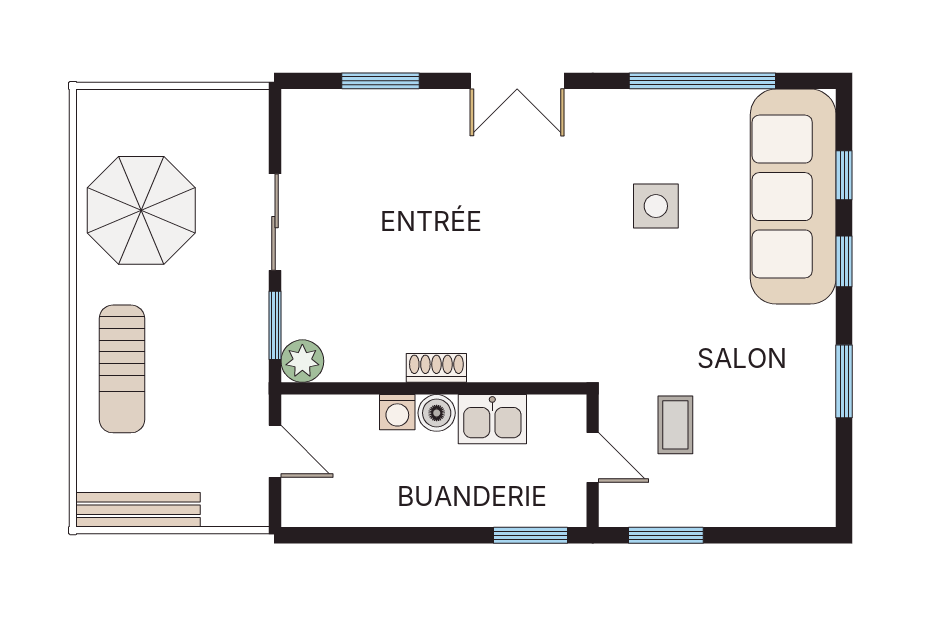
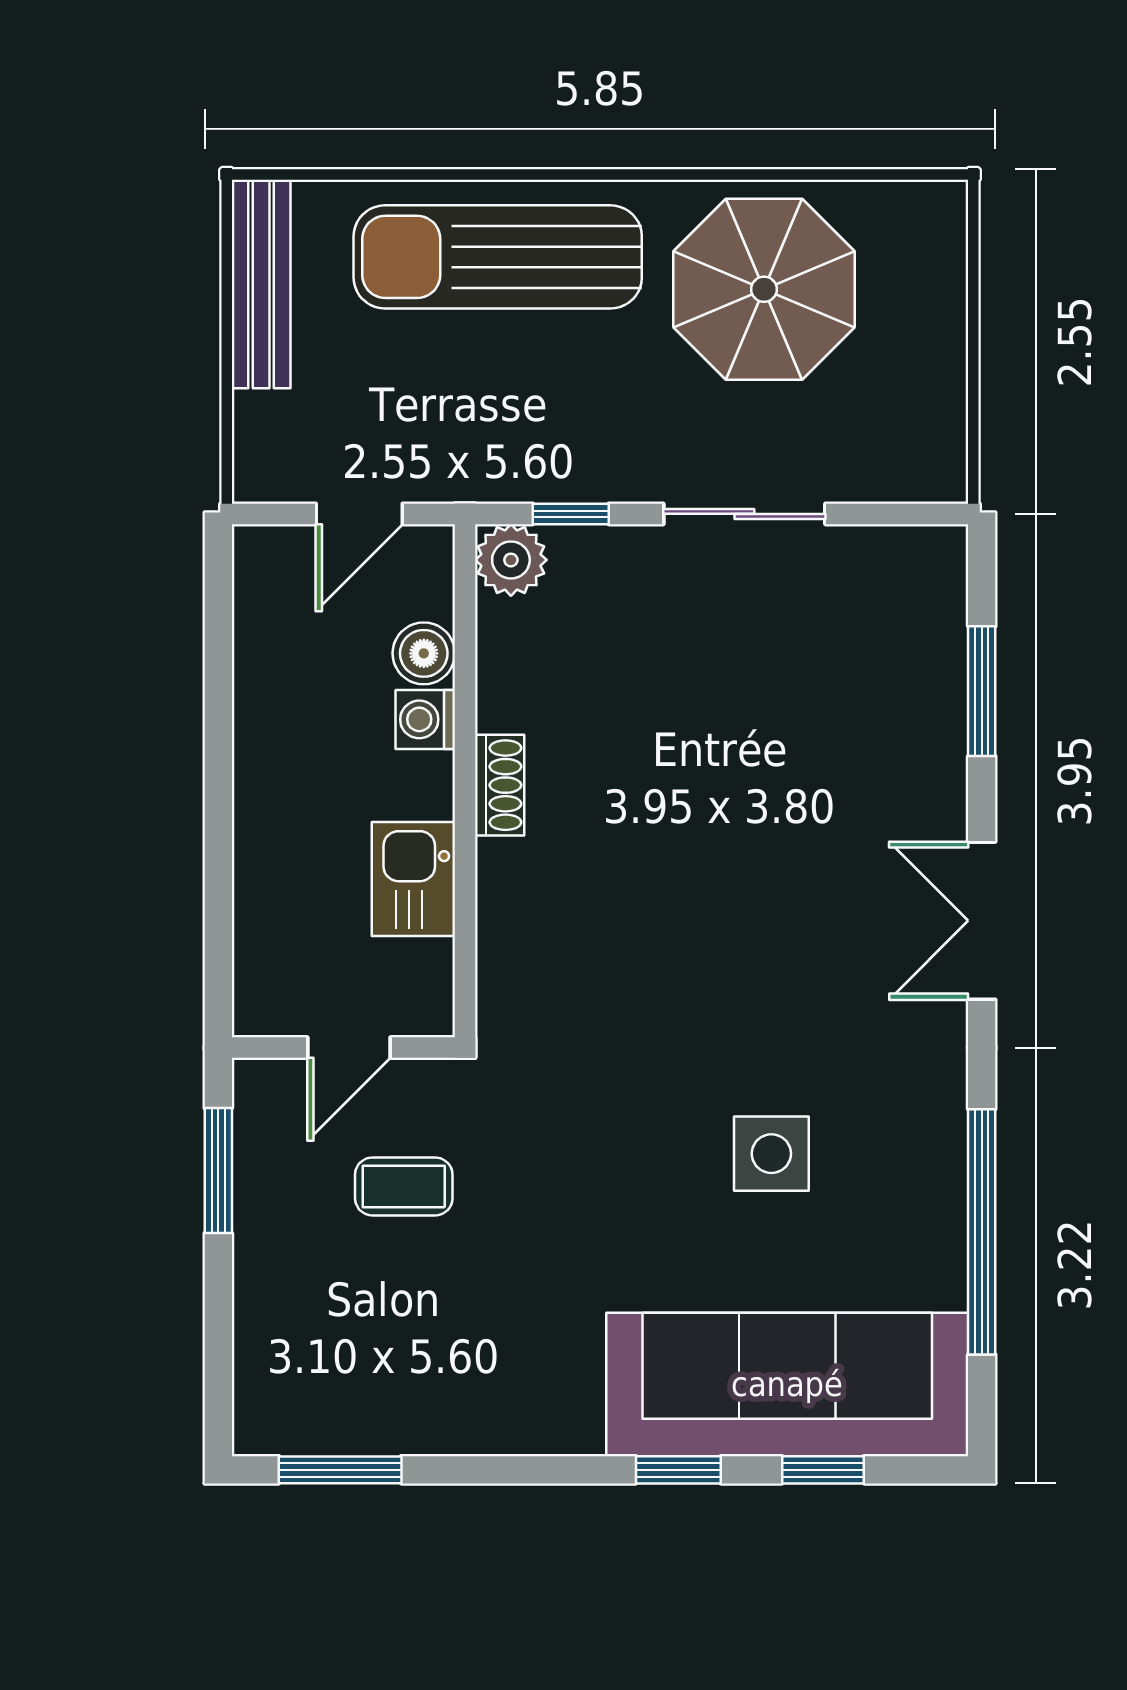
window: (275, 325) -> (571, 514), width x0.67
sun lounger: (122, 369) -> (498, 257), width x1.36, depth x1.34
window: (844, 381) -> (340, 1470), moved
boiler: (437, 413) -> (424, 653), moved
window: (530, 535) -> (218, 943), removed

